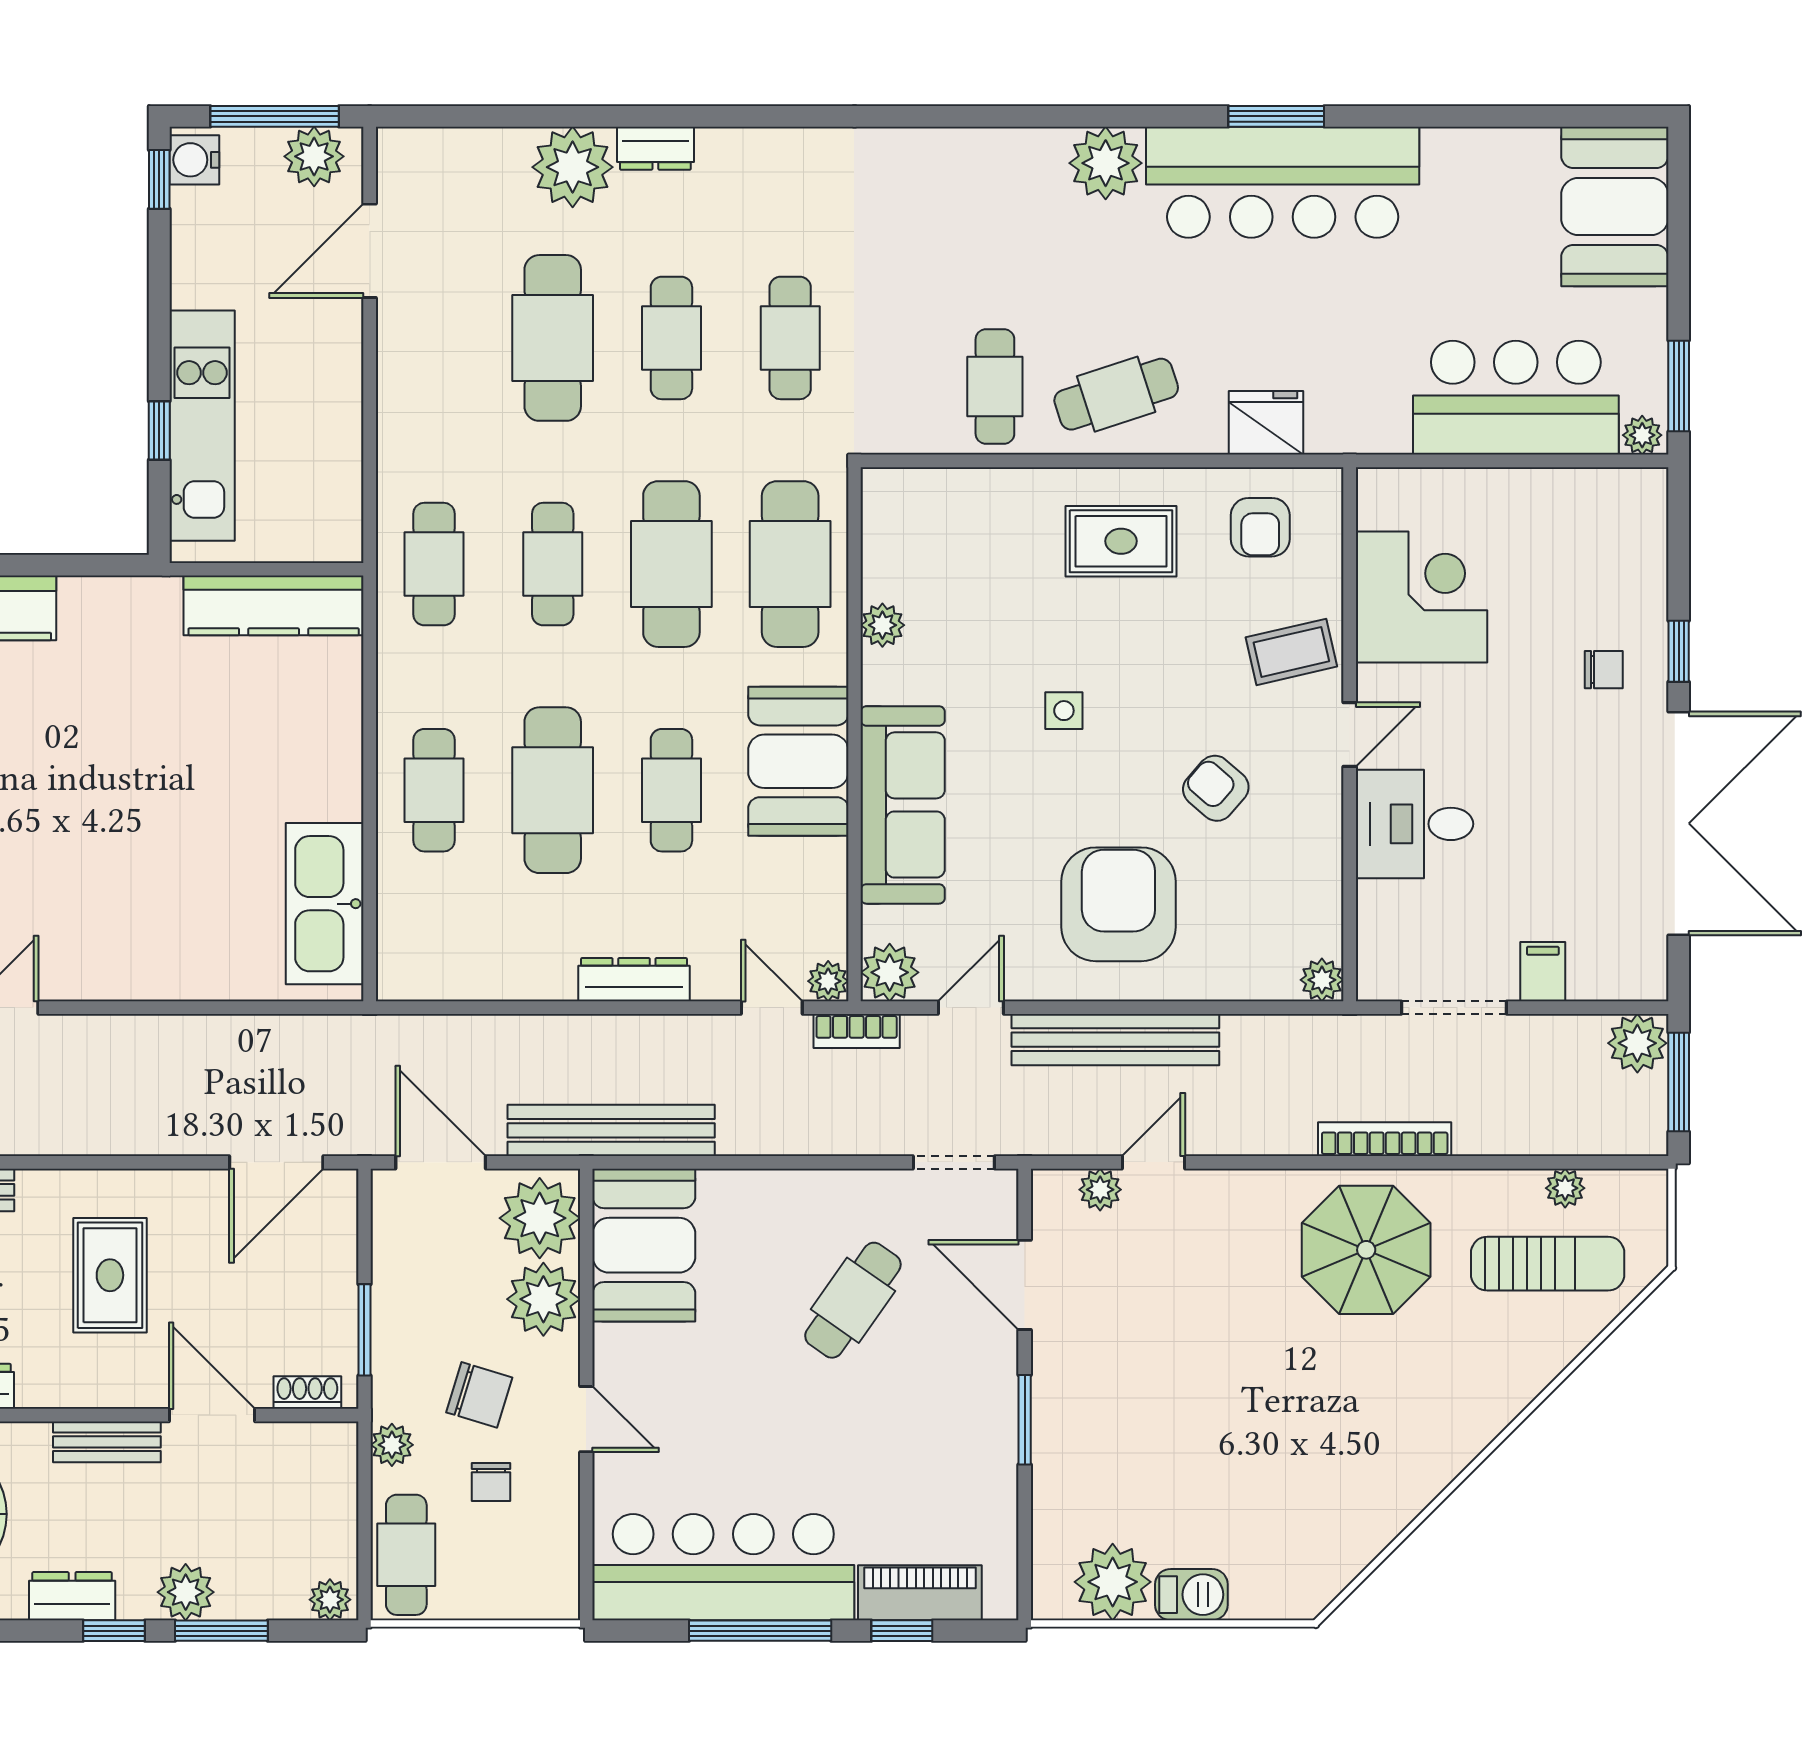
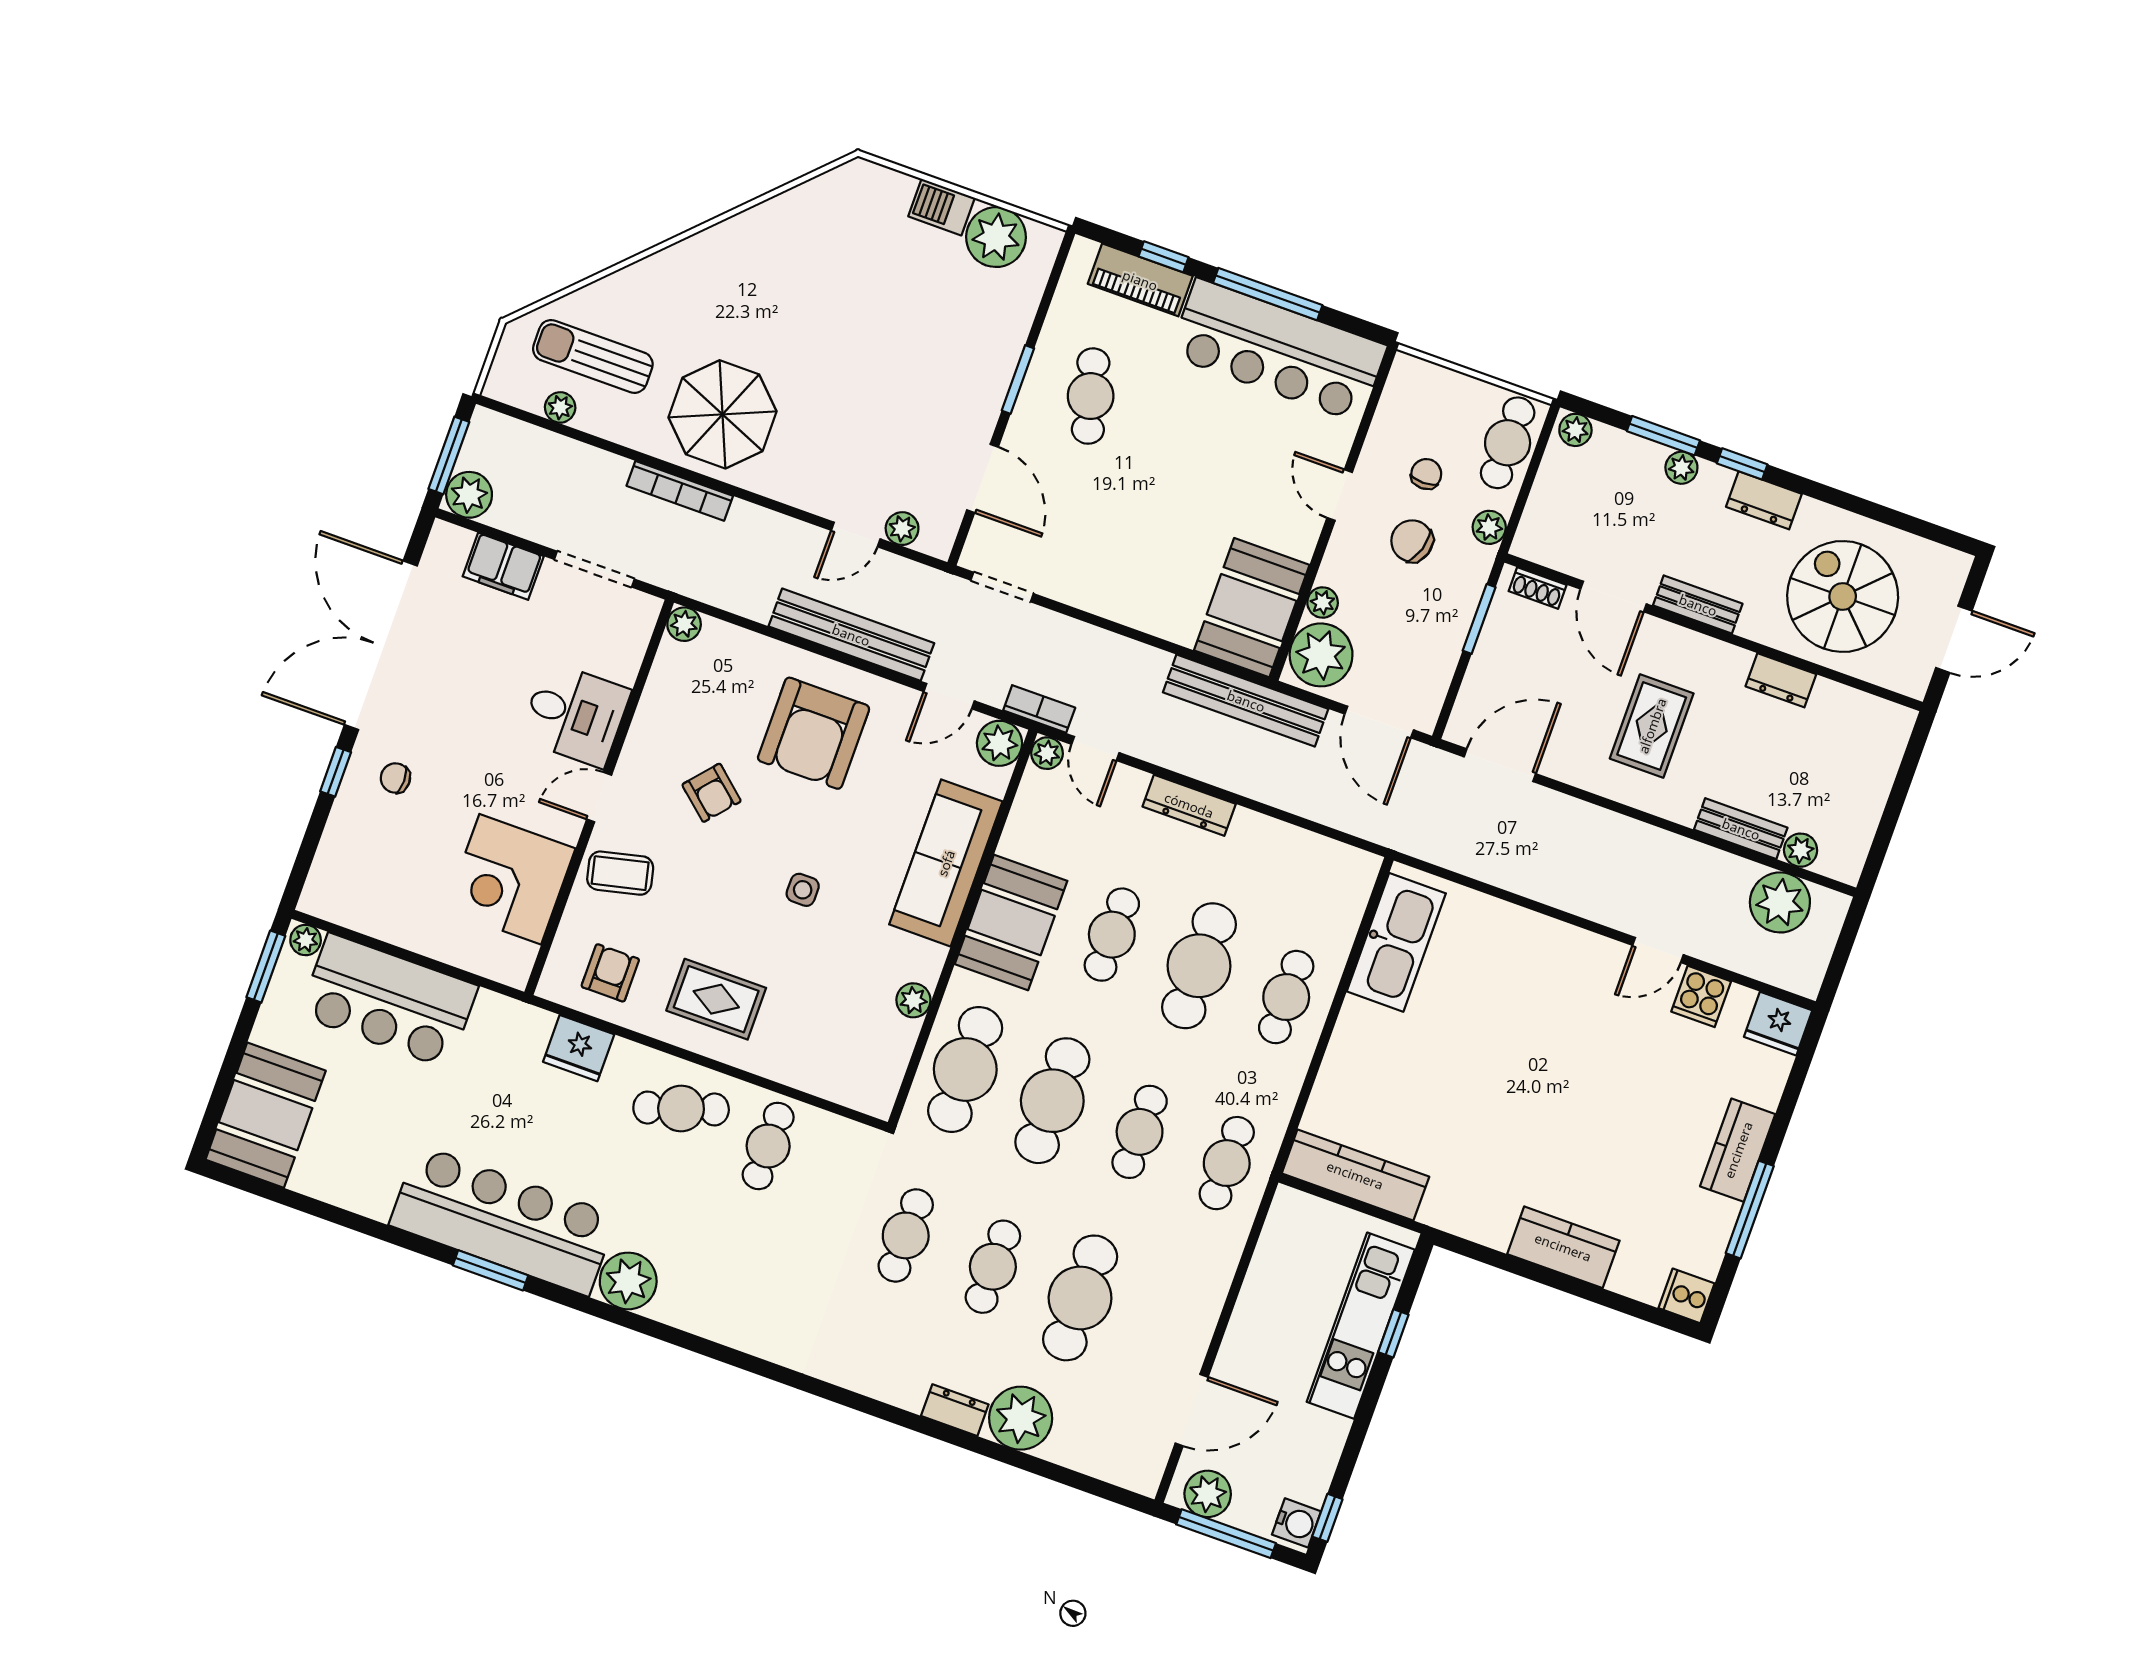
filing cabinet: (1543, 972) -> (503, 566), width x2.00
plant: (543, 1299) -> (1323, 602), width x0.53, depth x0.53
cafe table: (853, 1300) -> (1091, 396), moved, turned -50
plant: (186, 1592) -> (1681, 468), width x0.73, depth x0.73

